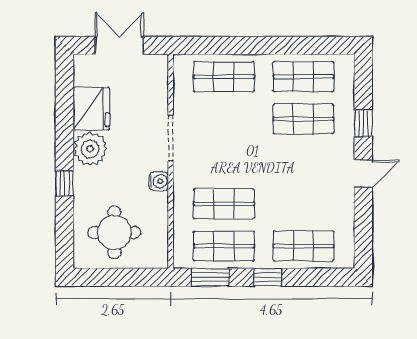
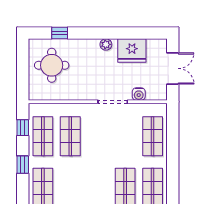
plant: (90, 149) -> (106, 44), width x0.53, depth x0.53
water cooler: (159, 181) -> (139, 94), moved
window: (64, 183) -> (60, 33), moved
window: (210, 277) -> (23, 128), width x0.67

